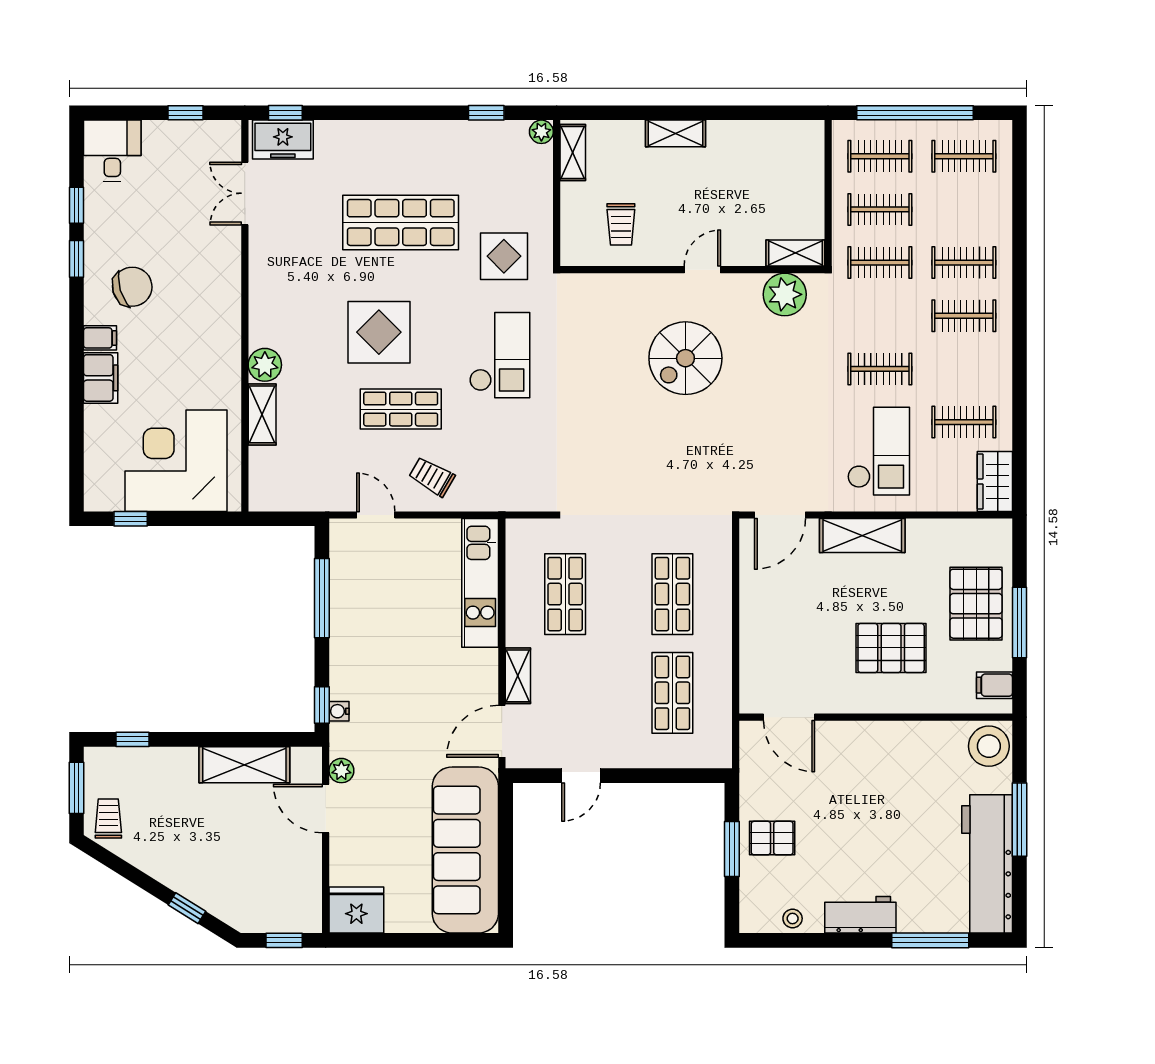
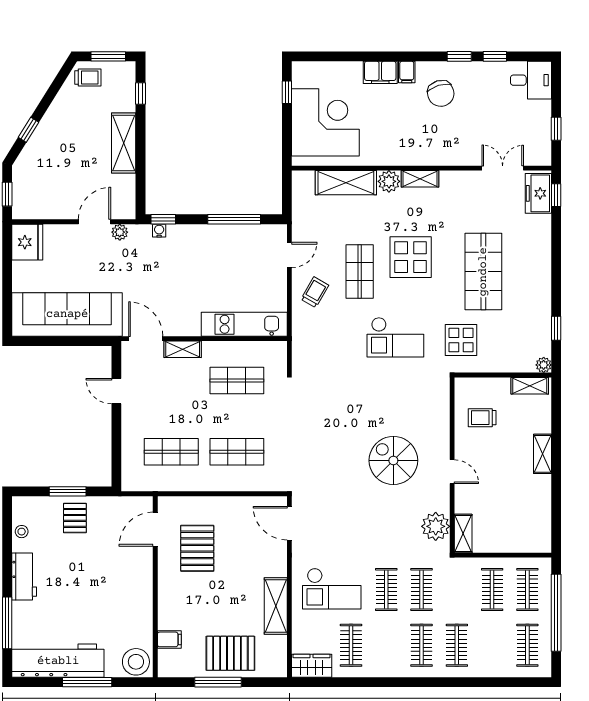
clothes rail: (880, 263) -> (422, 590), moved
shelving: (261, 318) -> (420, 179), added
shelving: (262, 414) -> (346, 183), width x1.50, depth x1.33
shelving: (862, 536) -> (276, 606), moved
pallet: (891, 648) -> (197, 548), moved
filing cabinet: (994, 685) -> (169, 639), moved, turned 90
shelving: (244, 765) -> (124, 143), moved

